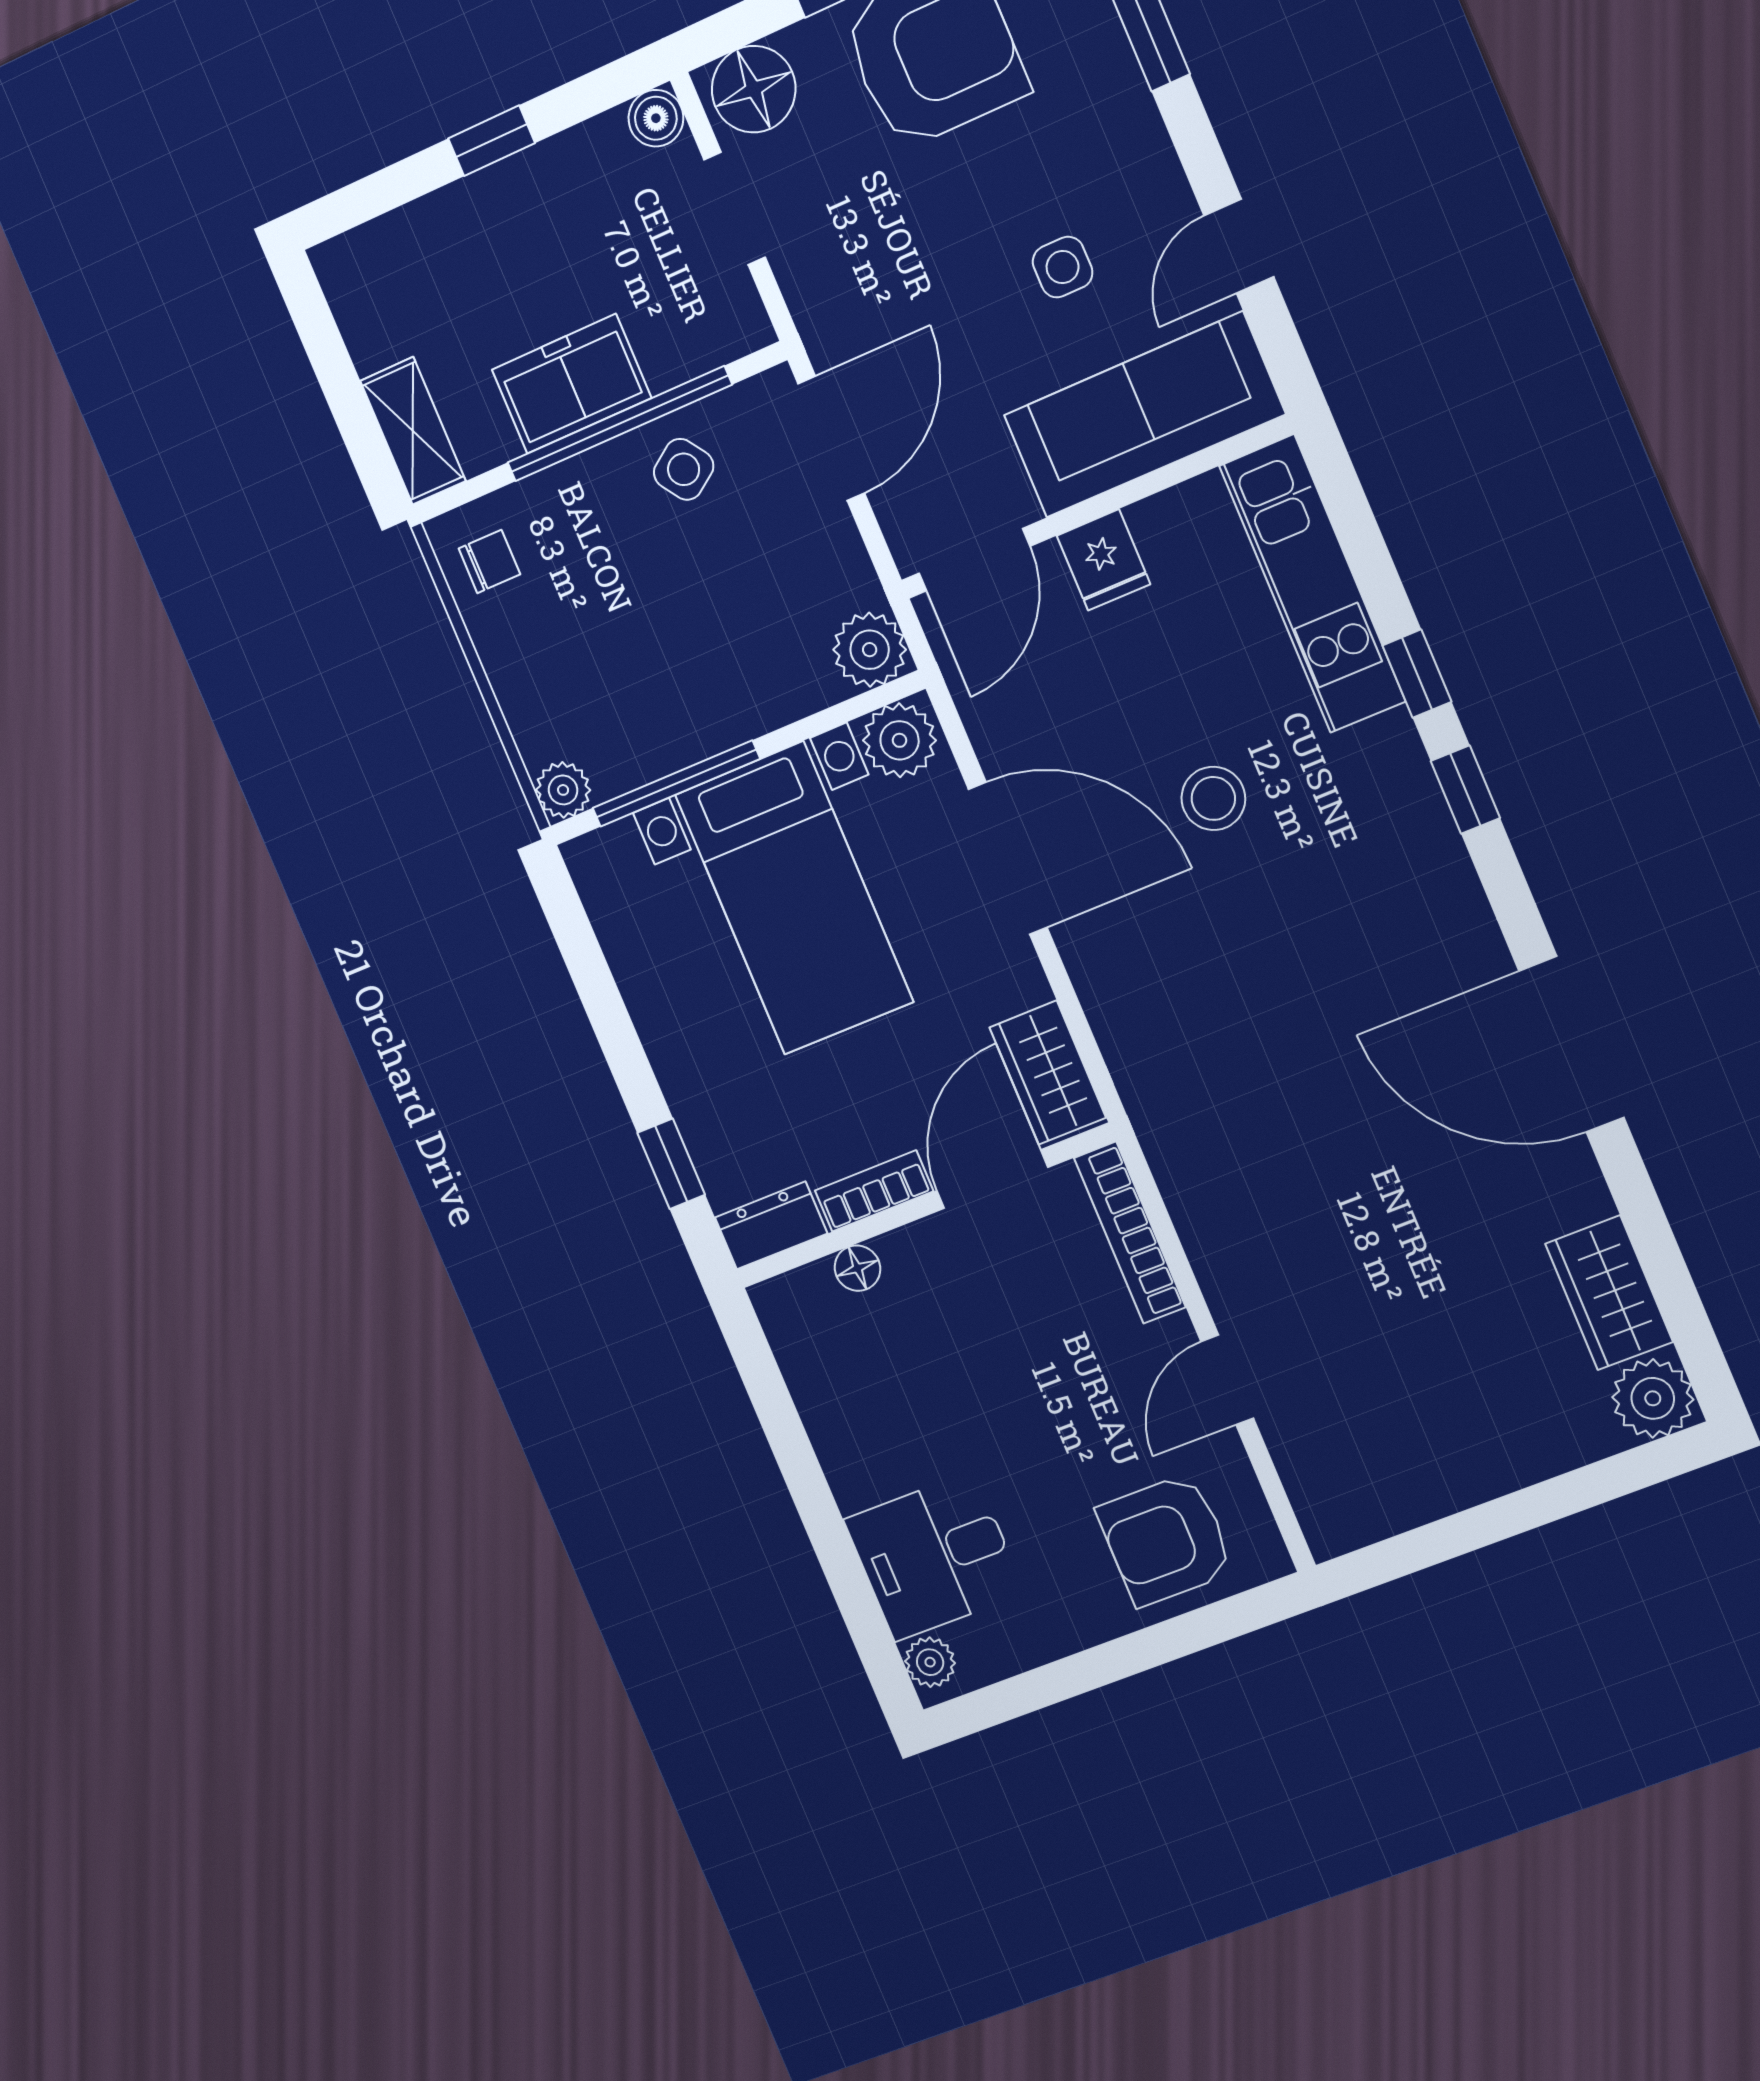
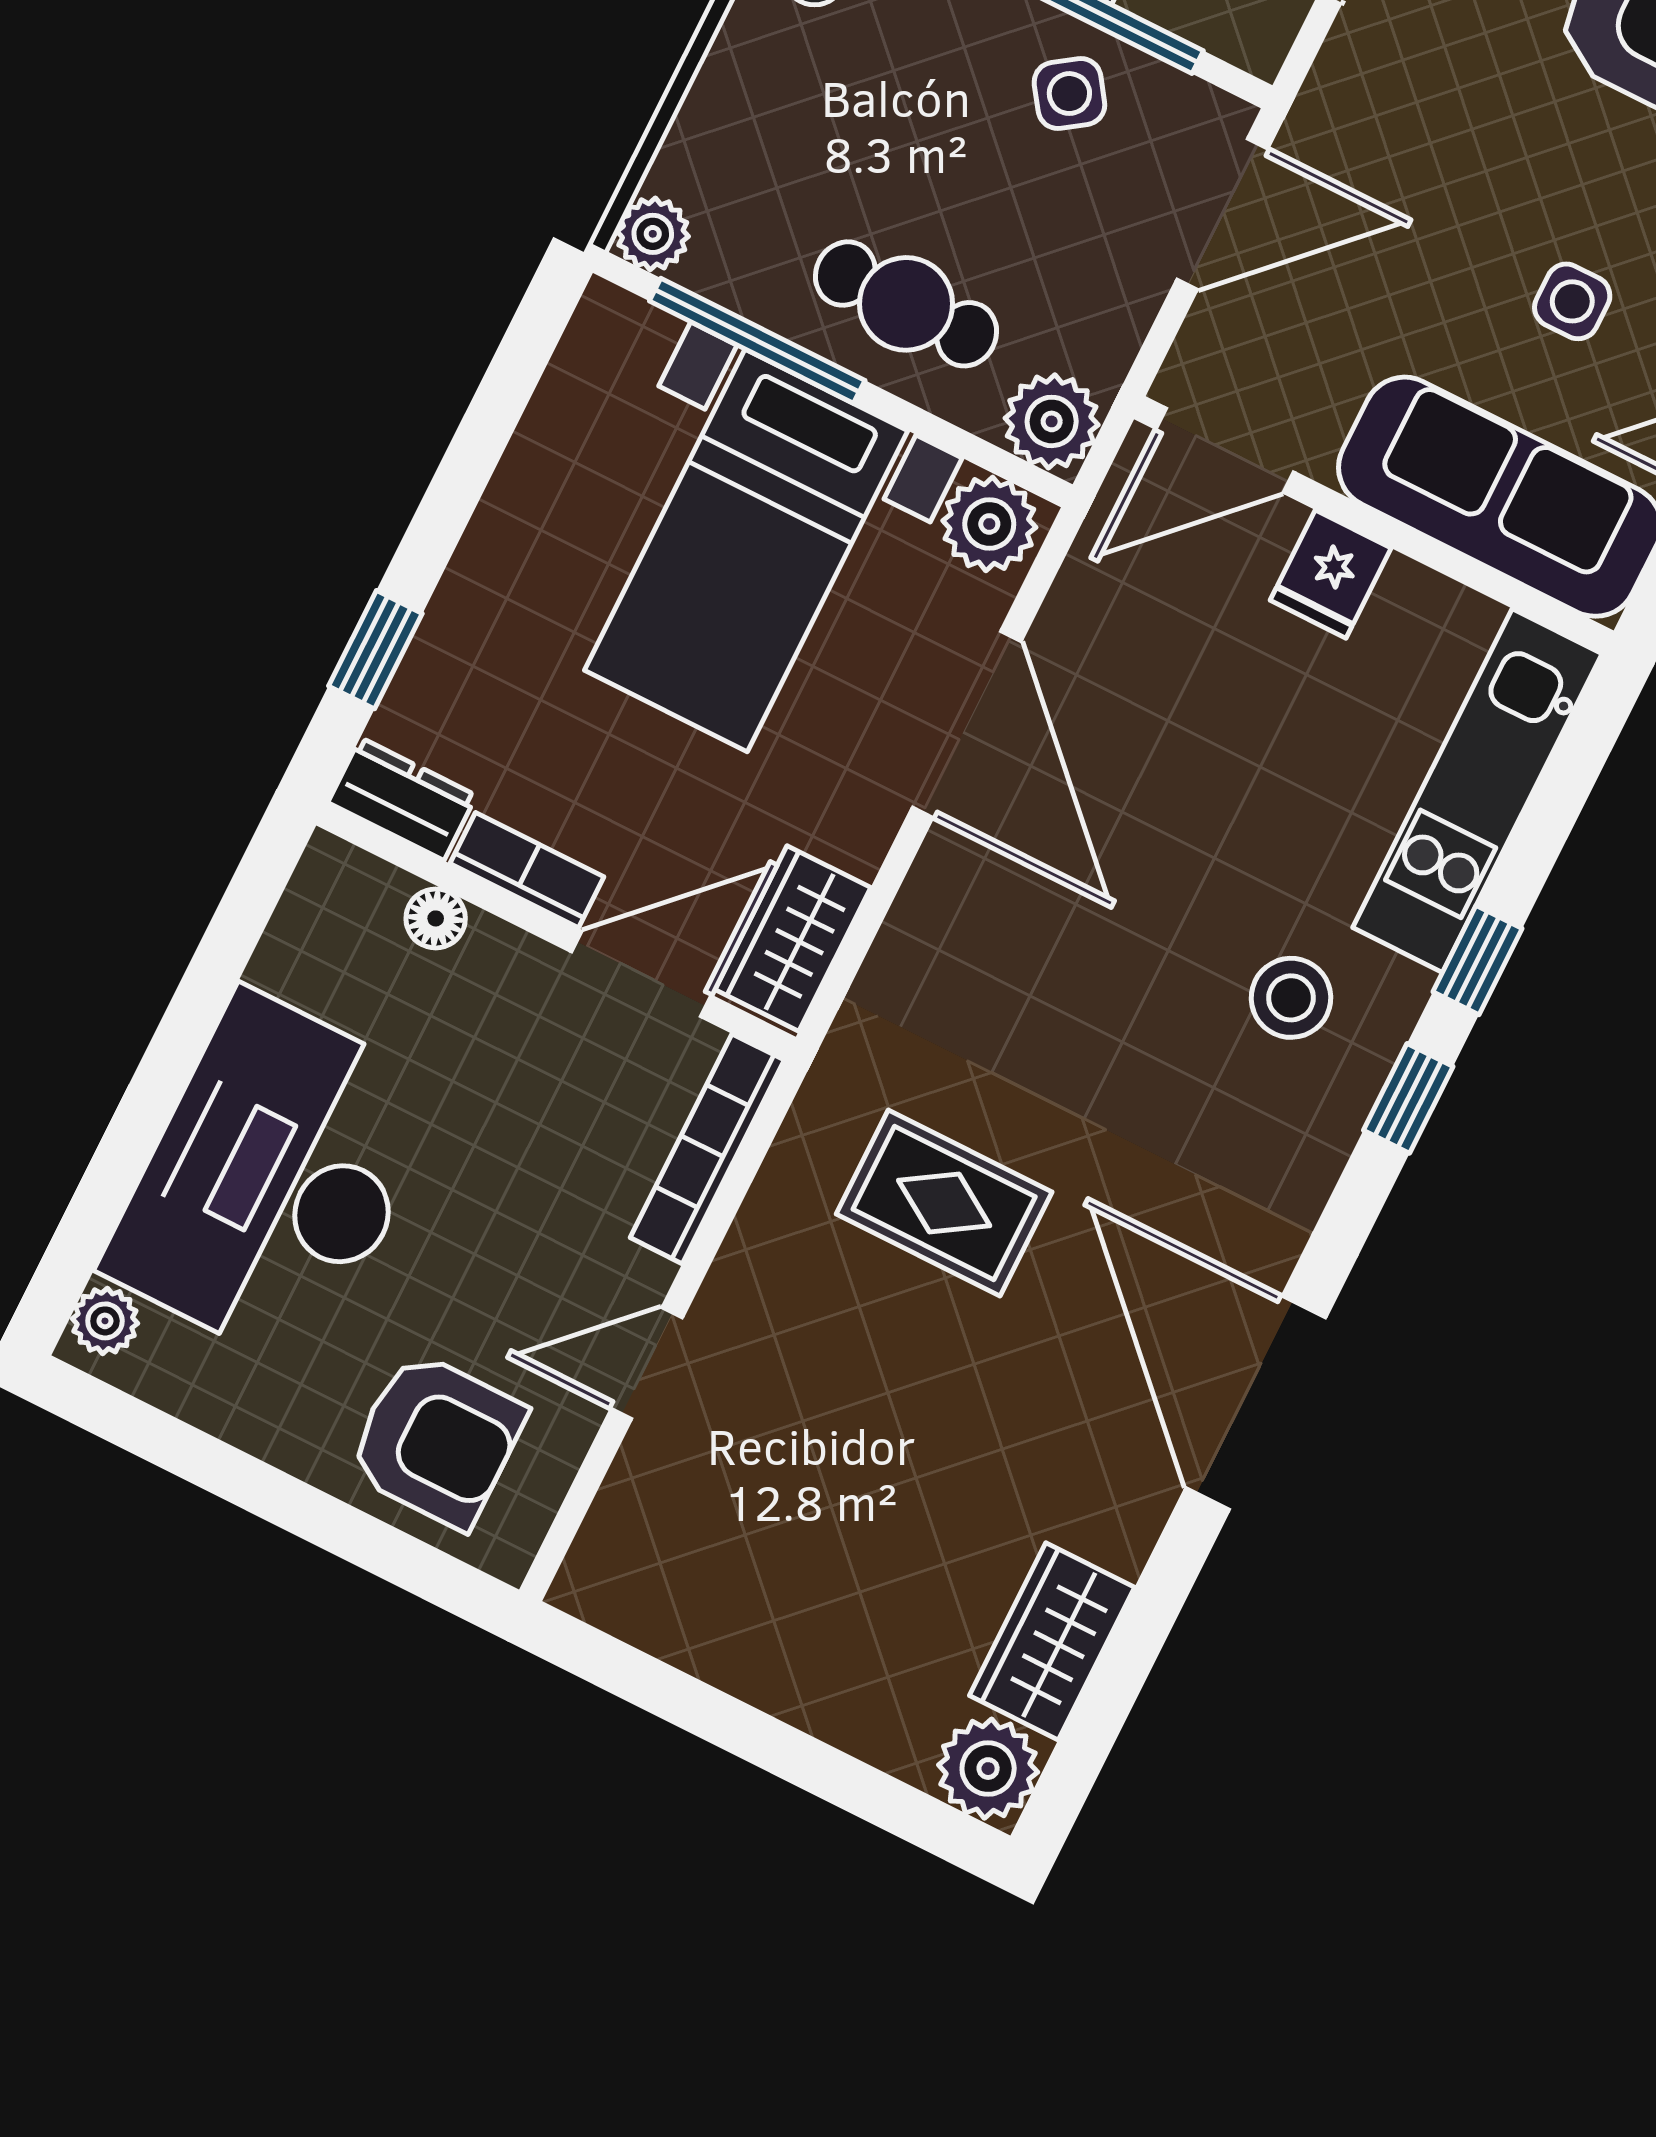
cafe table: (727, 676) -> (906, 304), added
stool: (1213, 798) -> (1291, 998), moved
rug: (1284, 1123) -> (944, 1203), added
armchair: (1166, 1540) -> (436, 1440), turned 180
desk: (934, 1556) -> (274, 1180), width x1.87, depth x1.30

